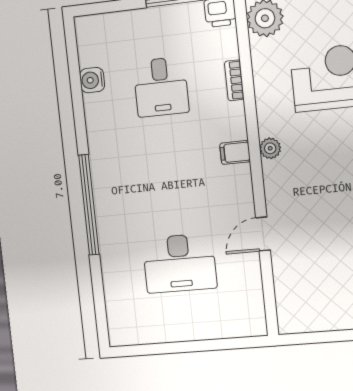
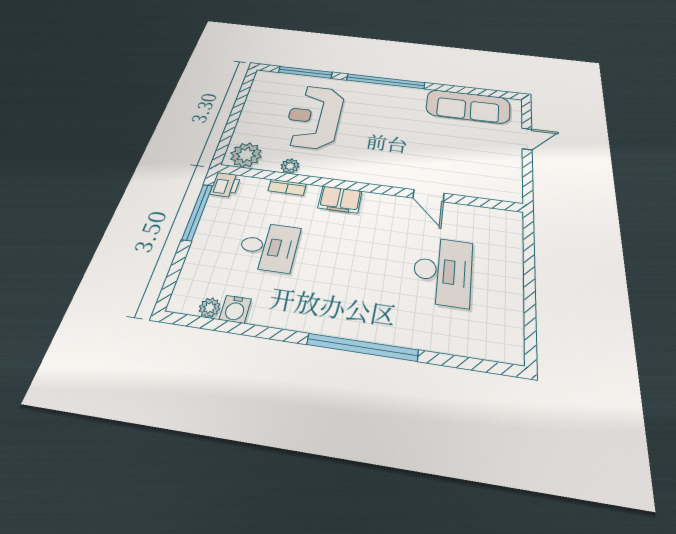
plant: (87, 56) -> (210, 308), added
plant: (270, 148) -> (290, 166), moved
filing cabinet: (235, 152) -> (340, 199), width x2.00

